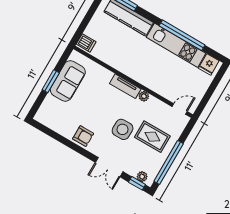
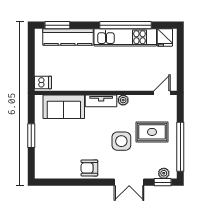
sofa: (68, 81) -> (64, 107), moved, turned 90
armchair: (83, 136) -> (89, 168), turned 180

